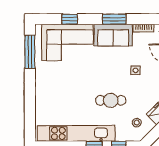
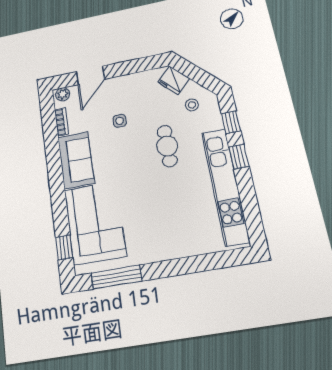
window: (70, 19) -> (64, 247), moved
window: (114, 19) -> (54, 163), removed

